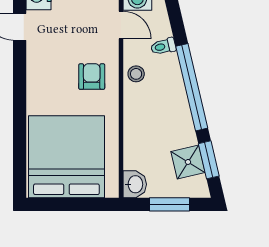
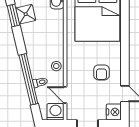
armchair: (92, 77) -> (101, 72), moved
window: (192, 87) -> (28, 79), moved

